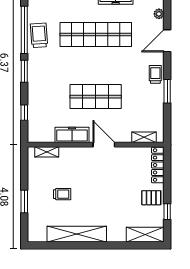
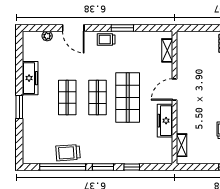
shop shelf: (96, 34) -> (67, 97), width x0.50, depth x0.74
shop shelf: (96, 66) -> (97, 97), added
window: (24, 113) -> (132, 167), moved
locker: (158, 165) -> (194, 37), removed

